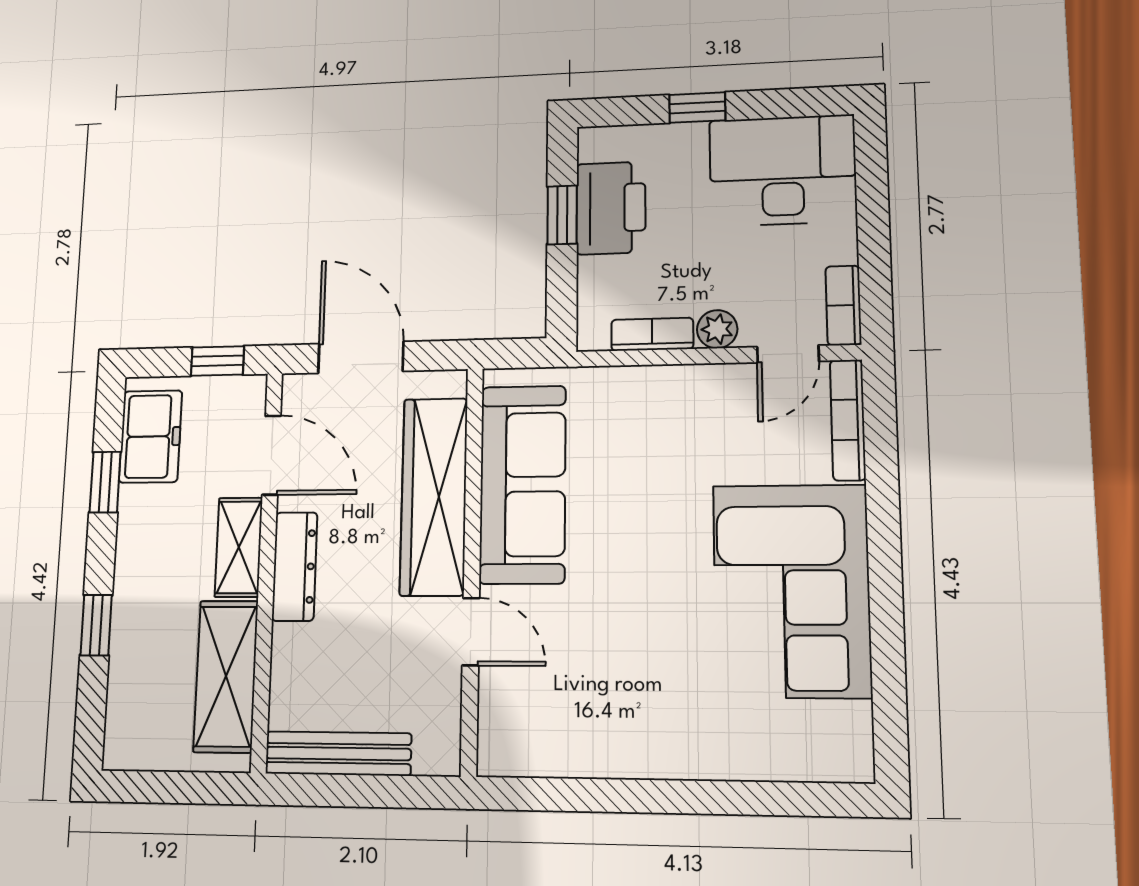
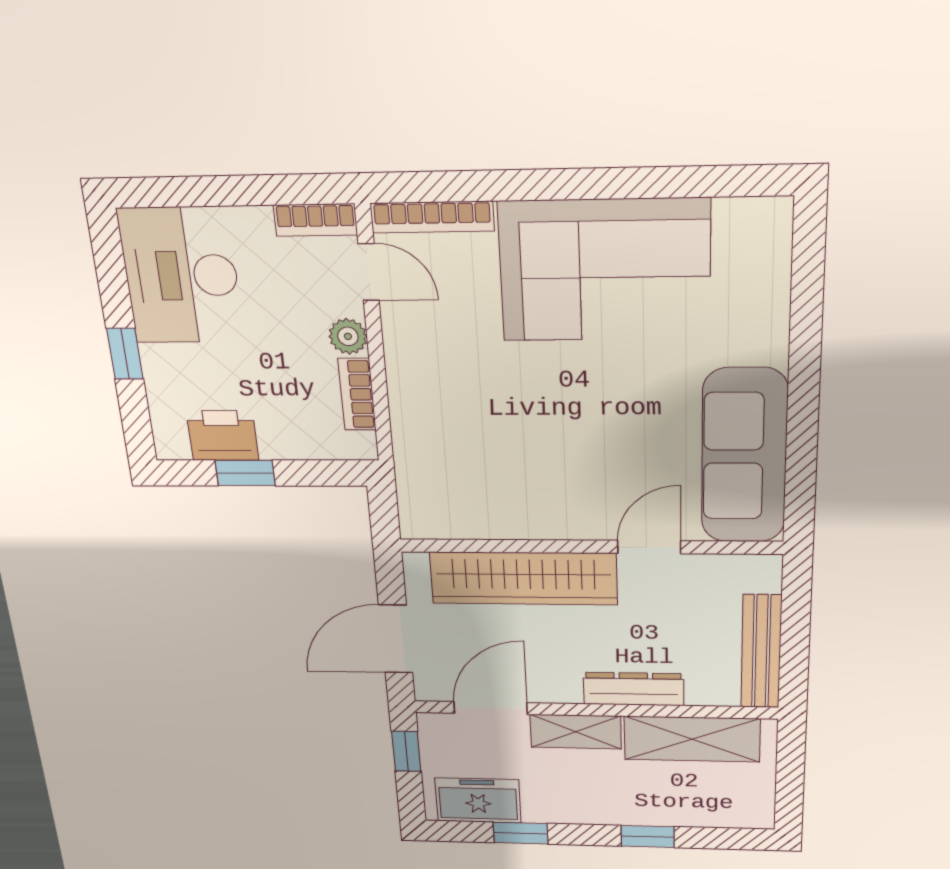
printer: (611, 208) -> (223, 436), width x0.73, depth x0.84
sofa: (523, 484) -> (744, 457), moved, turned -90
dresser: (295, 566) -> (634, 689), moved

